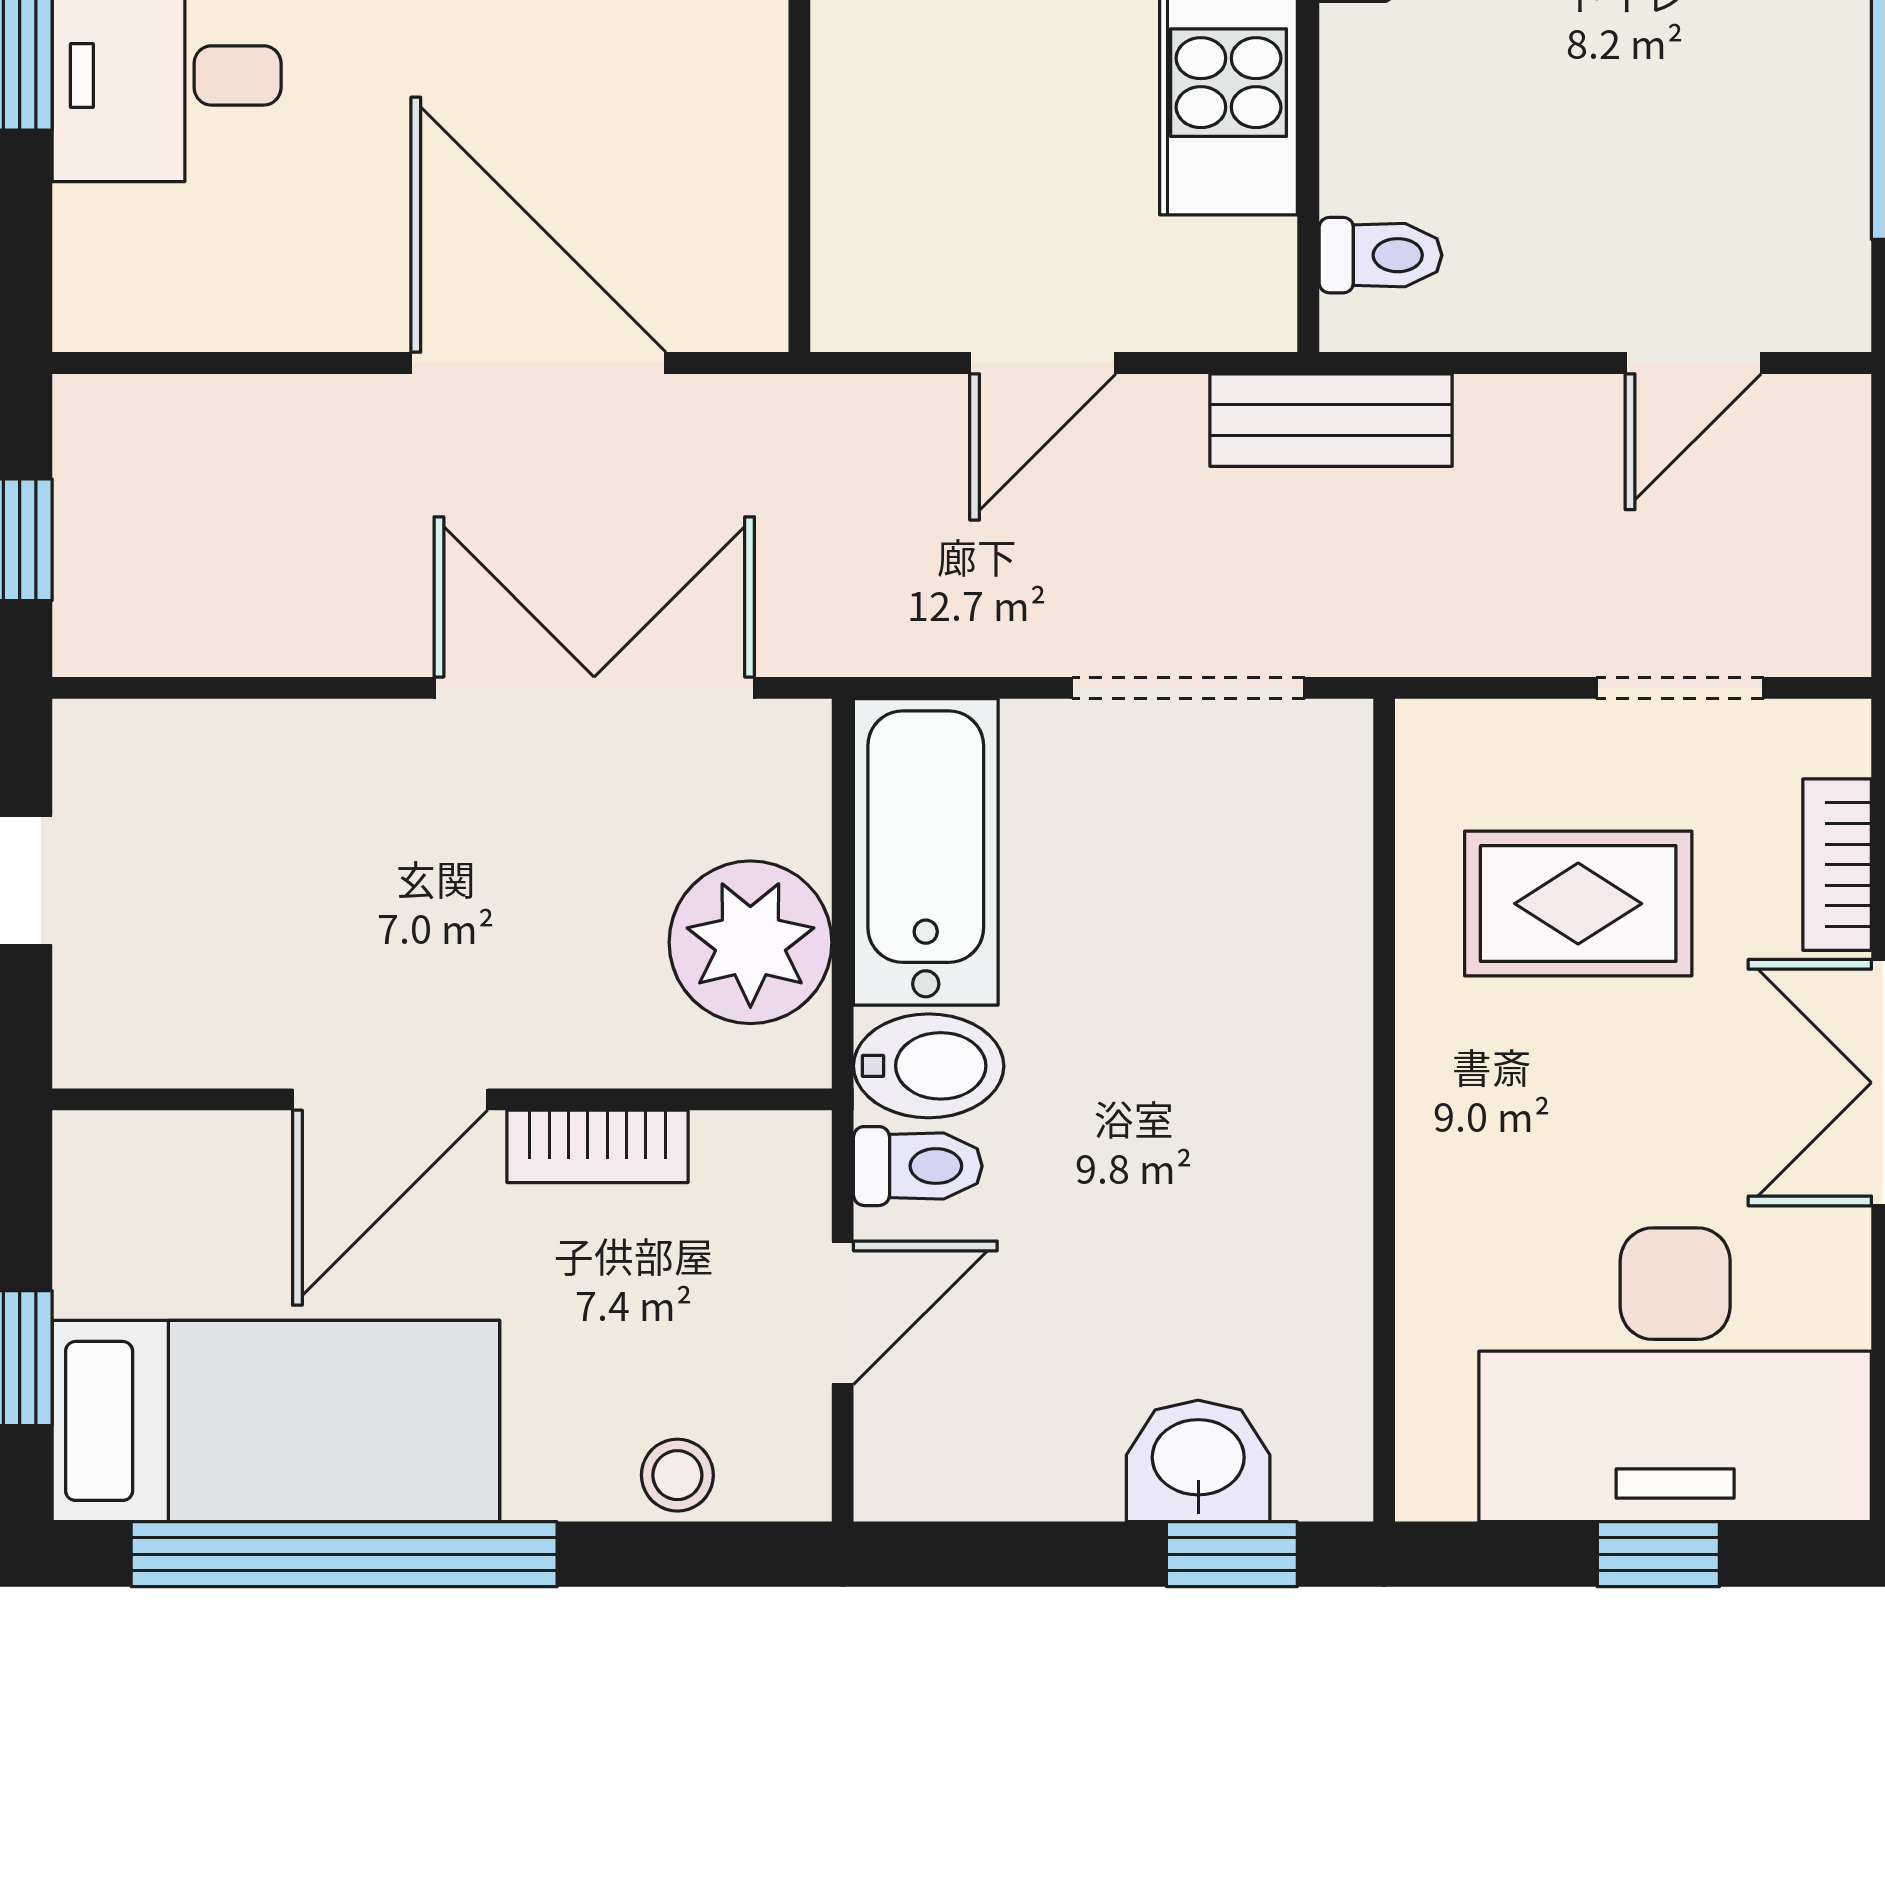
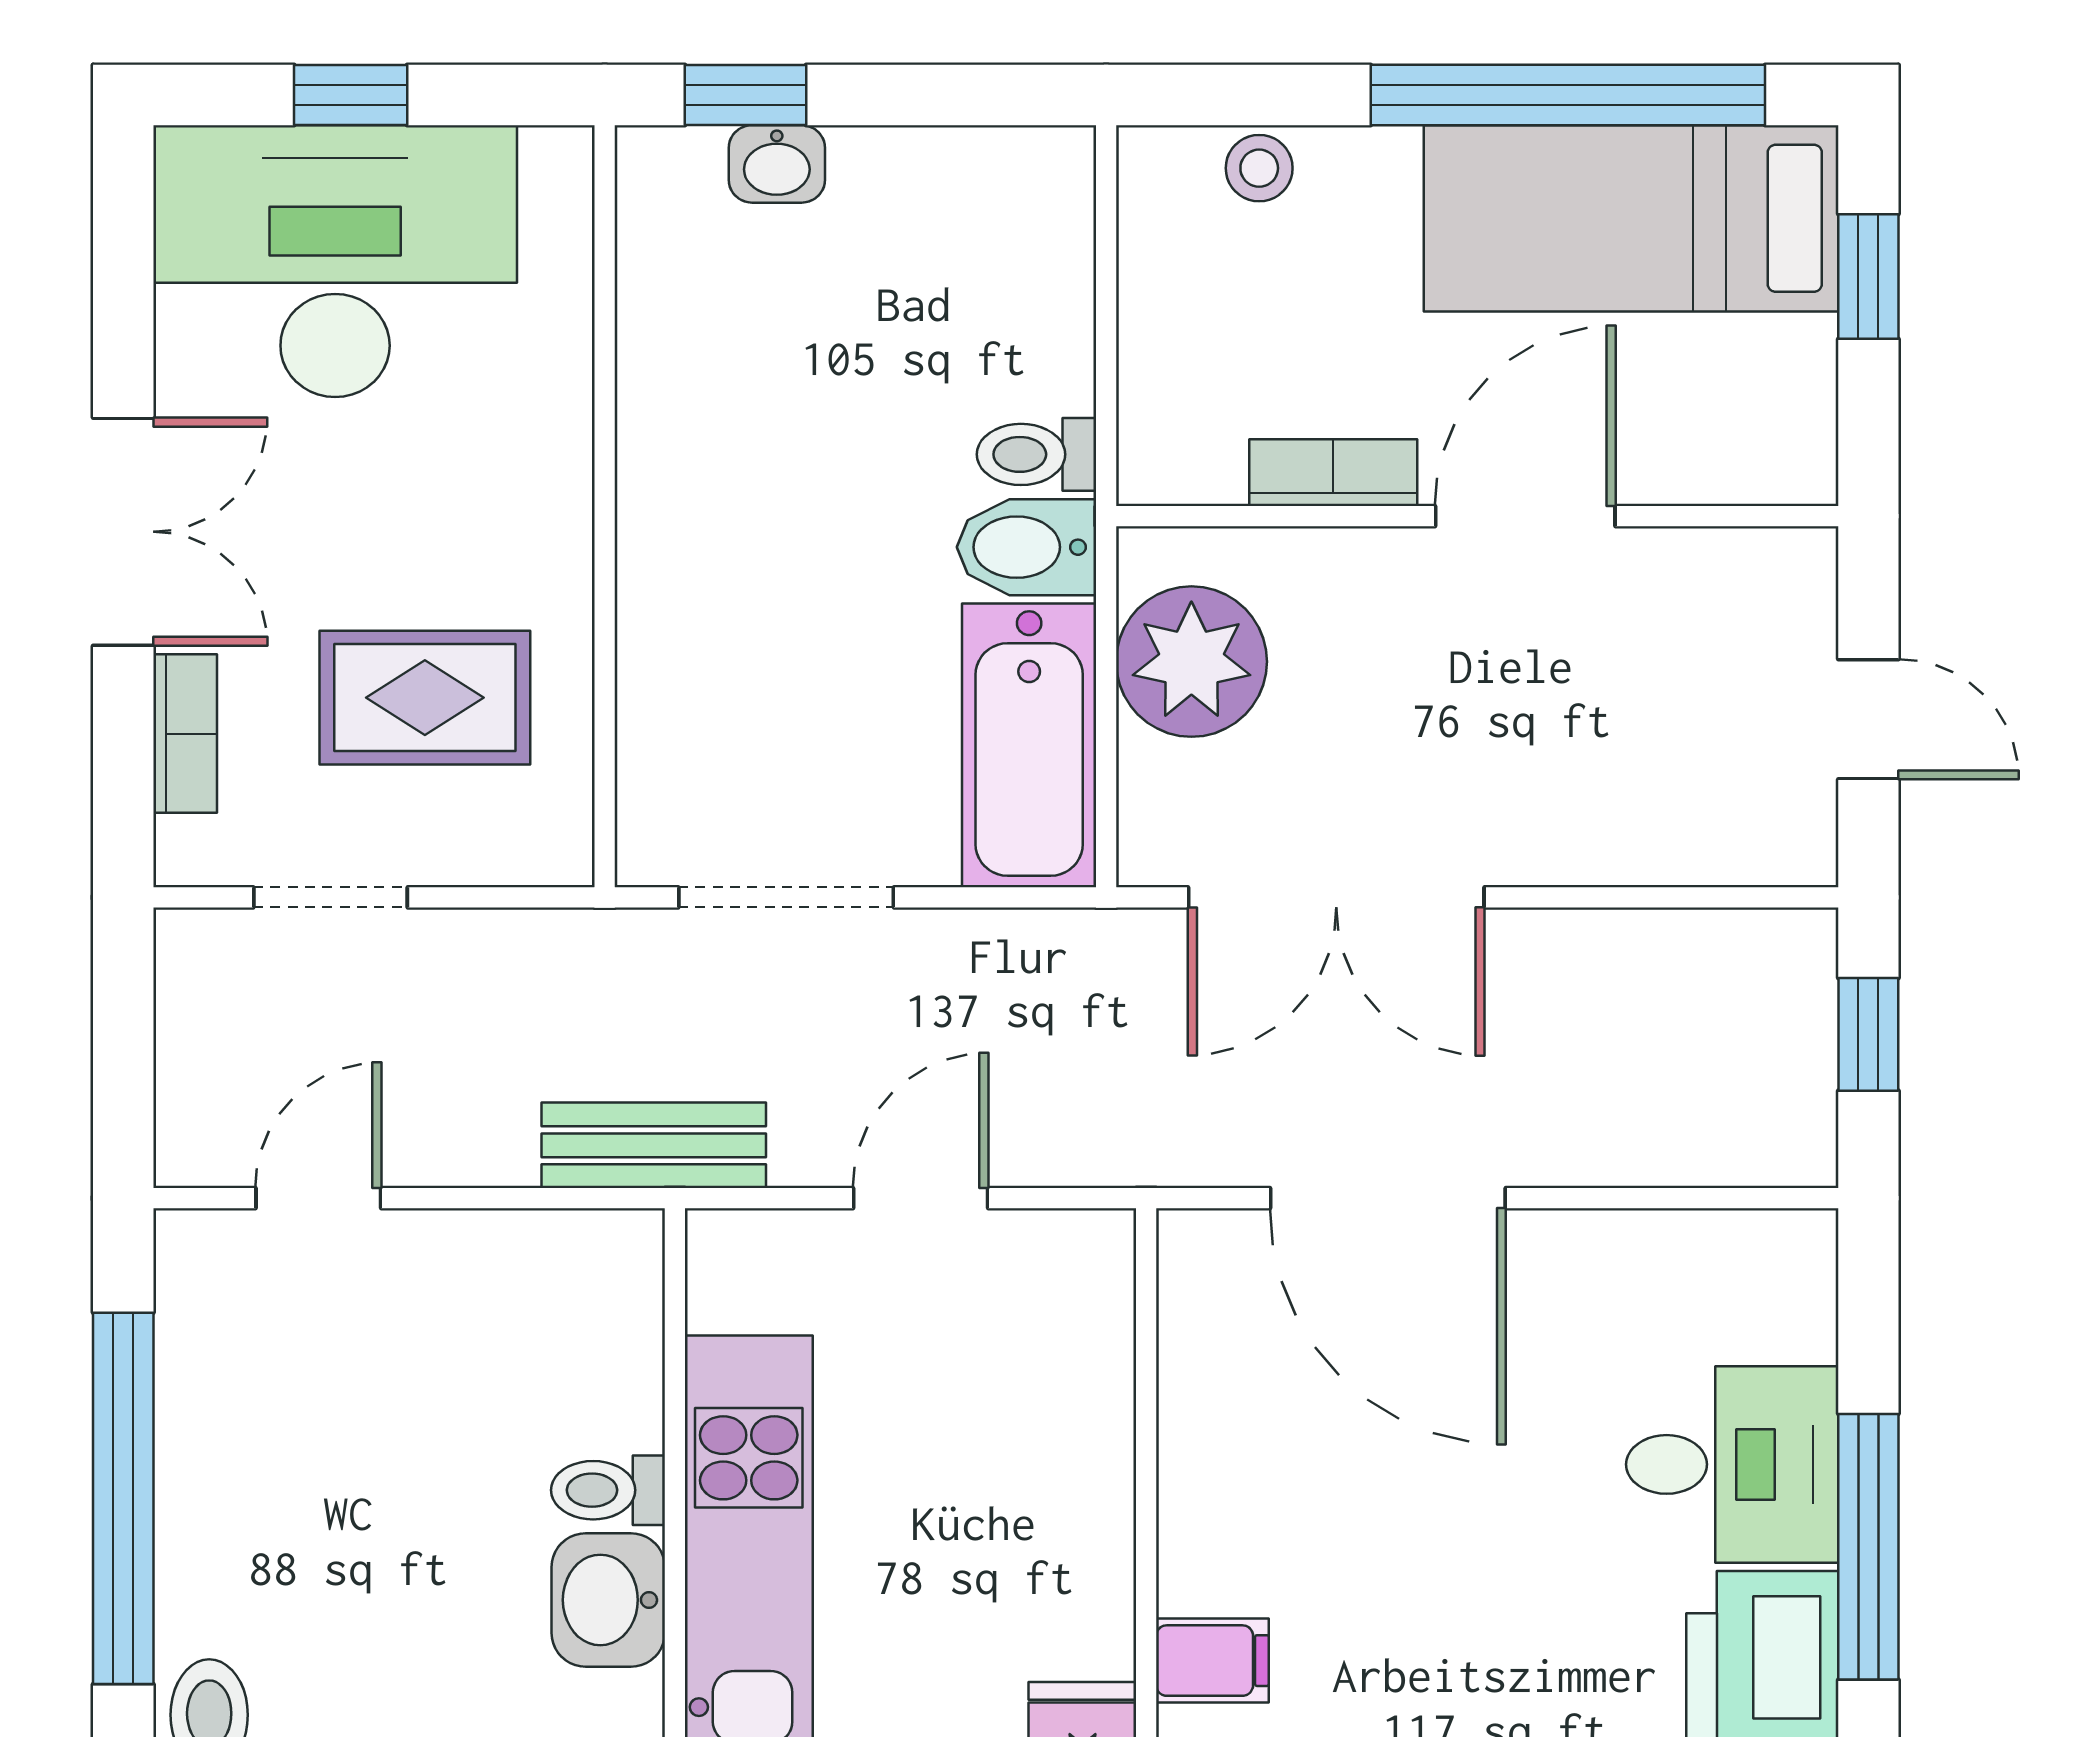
toilet: (1381, 255) -> (608, 1490), moved
door: (843, 1313) -> (1106, 318), removed
washbasin: (1198, 1461) -> (777, 164), width x0.72, depth x0.69

